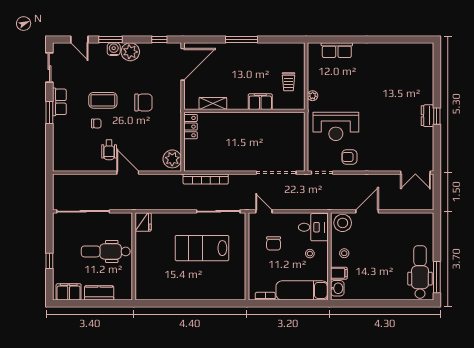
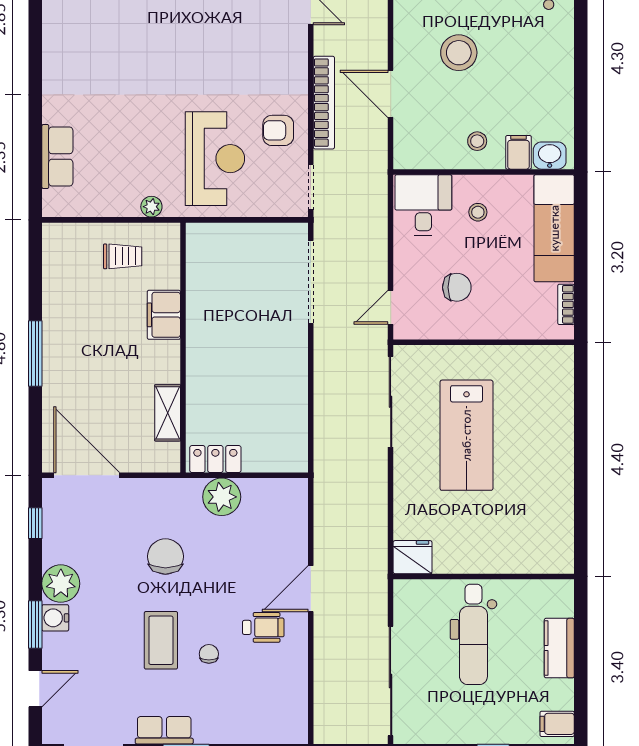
armchair: (349, 157) -> (278, 130), turned 90
plant: (172, 159) -> (222, 497), moved
bookcase: (206, 179) -> (324, 103), moved
stool: (343, 223) -> (459, 53), moved
filing cabinet: (69, 292) -> (557, 724), width x0.50

